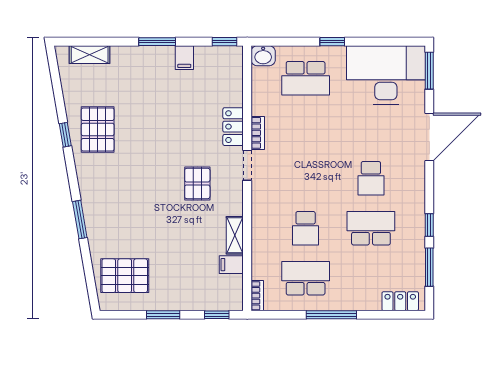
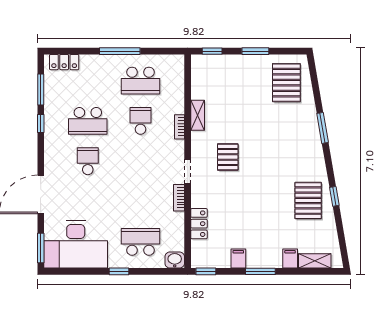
locker: (233, 127) -> (199, 224), moved
filing cabinet: (231, 265) -> (290, 259), moved, turned -90
pallet: (125, 276) -> (286, 83), turned 90
bookcase: (257, 296) -> (179, 127), moved

